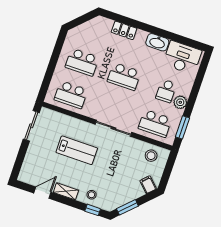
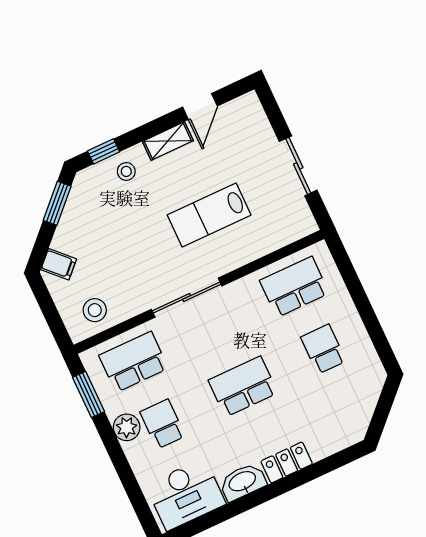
locker: (124, 30) -> (287, 463), moved
school desk: (82, 62) -> (323, 349), width x0.54
sliding door: (31, 126) -> (298, 166), moved

